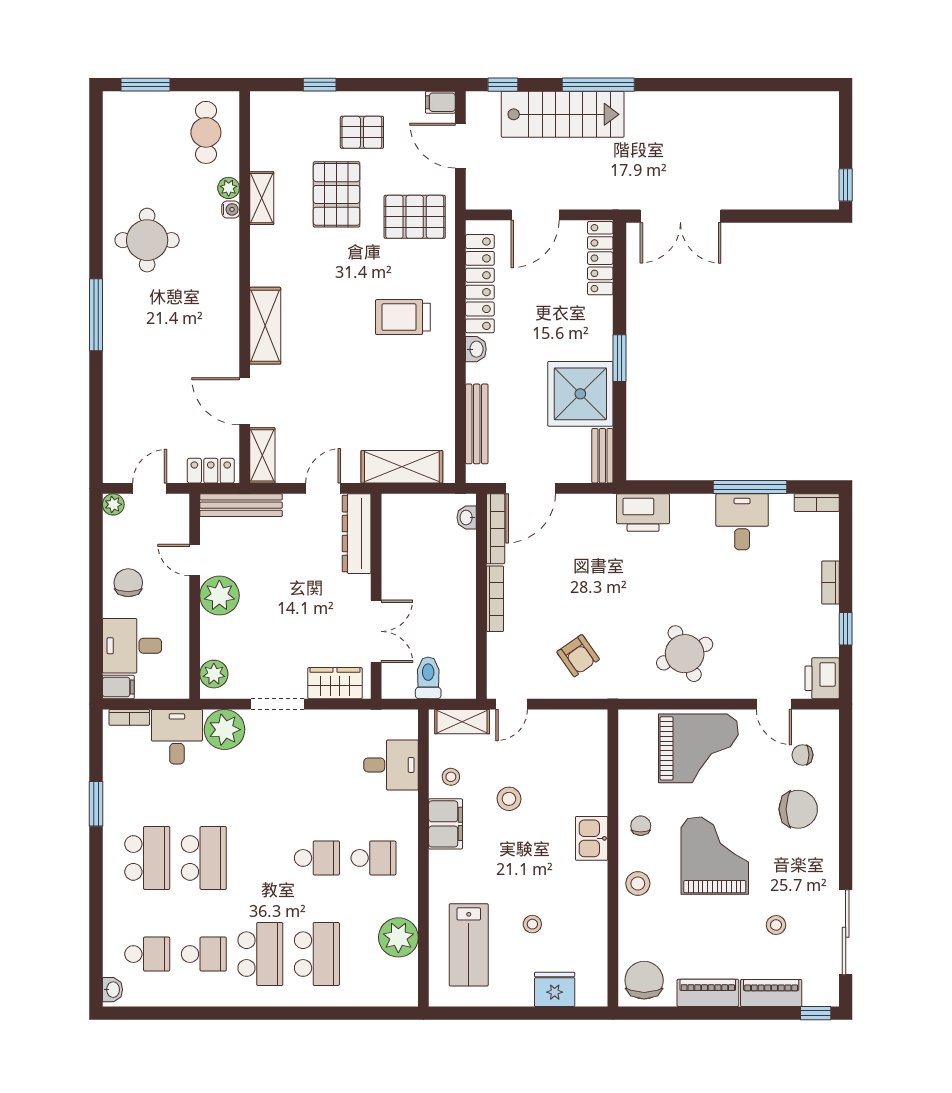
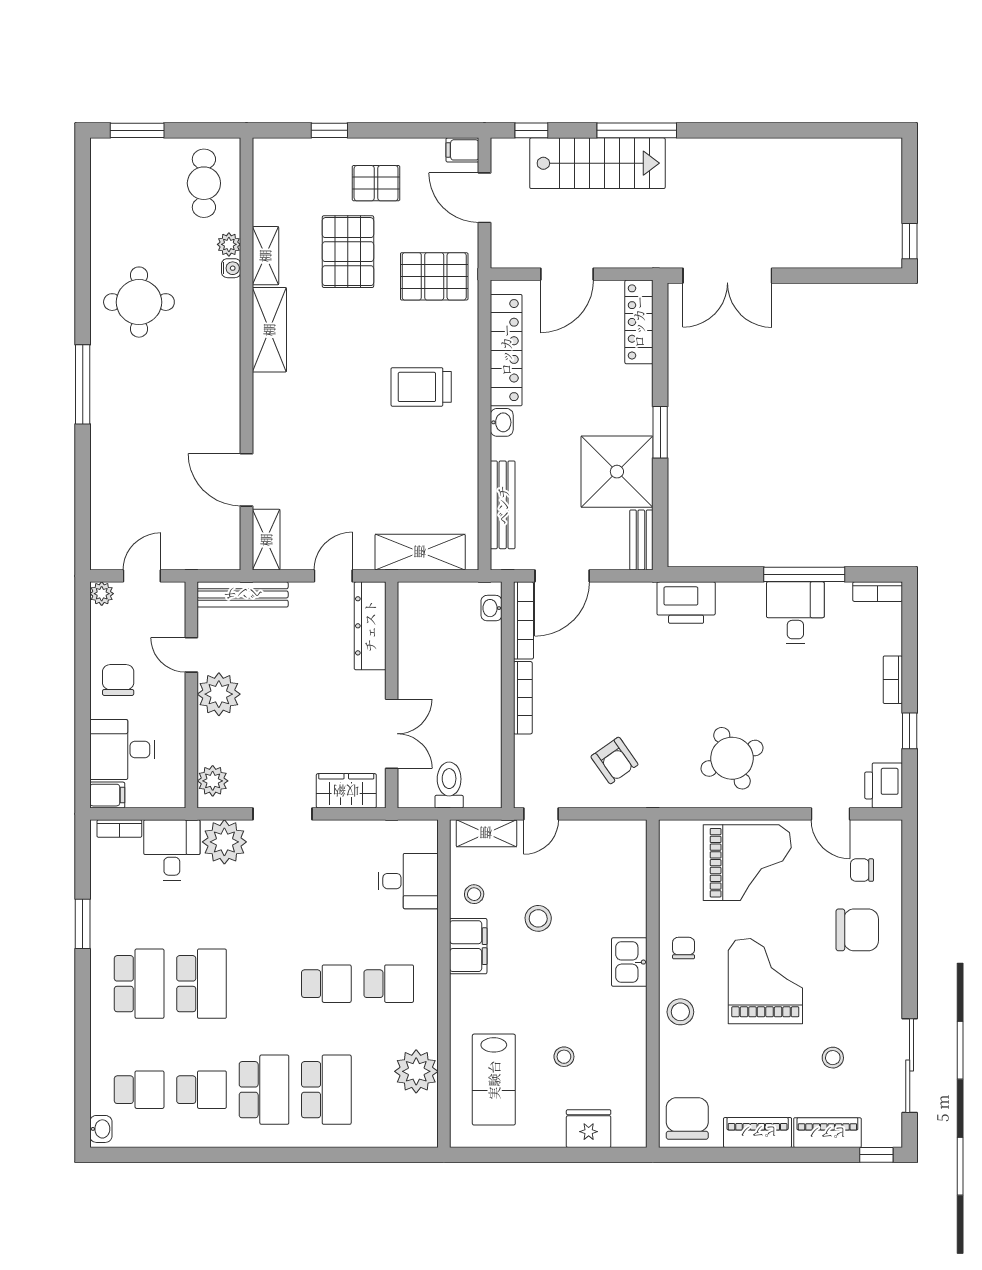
shelving: (265, 326) -> (269, 330), moved
locker: (211, 471) -> (209, 556), removed

